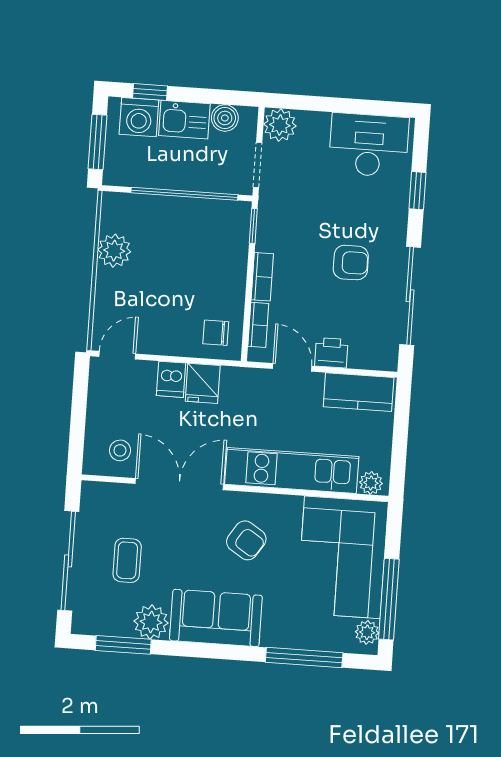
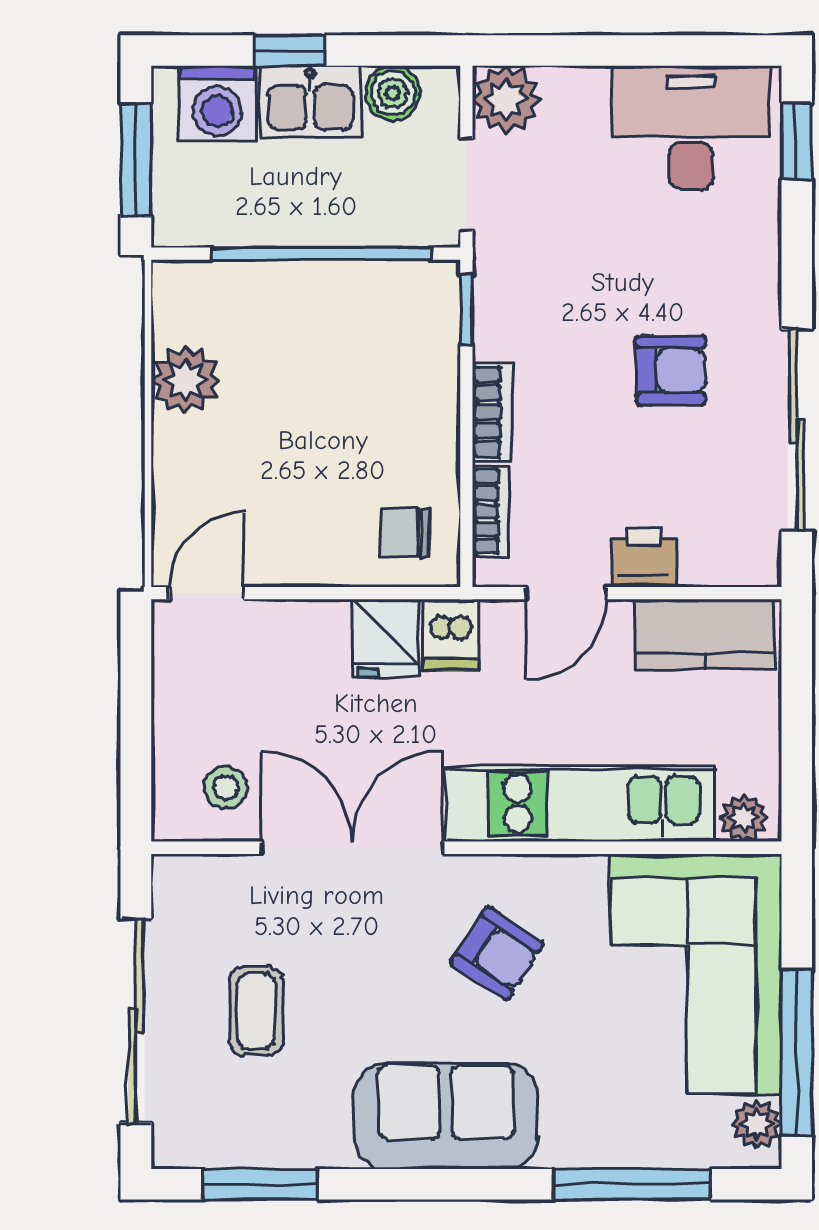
window: (150, 92) -> (289, 50), moved
window: (417, 191) -> (797, 141), moved
door: (292, 367) -> (566, 593), swing flipped
dishwasher: (171, 379) -> (451, 635), moved
plant: (151, 622) -> (314, 1134), removed

